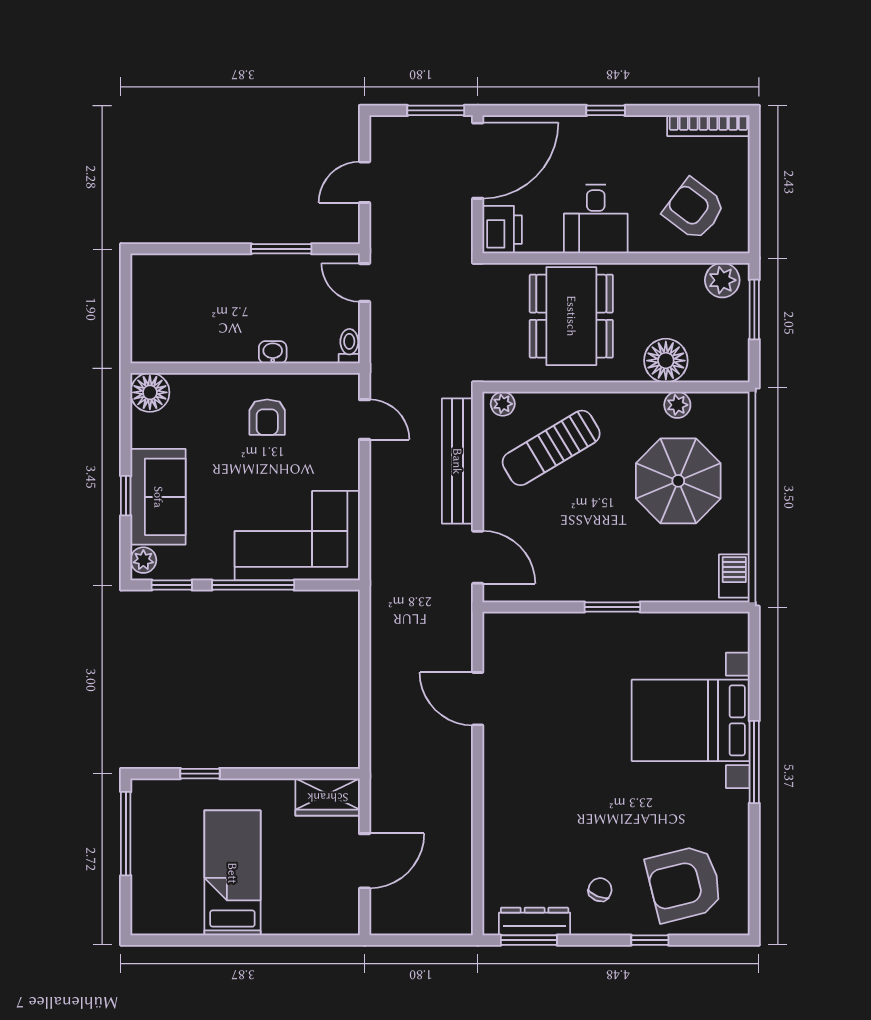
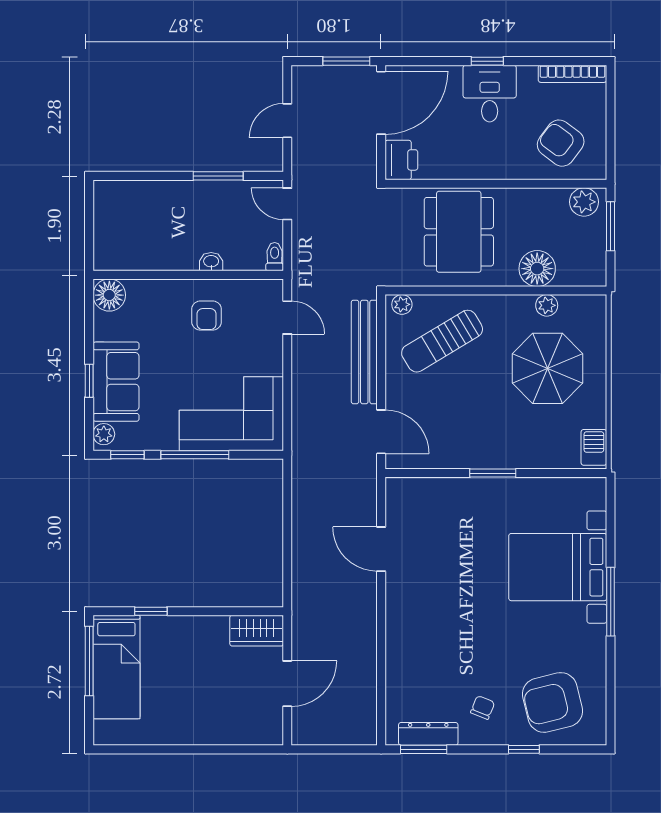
desk: (596, 219) -> (490, 94), moved, turned 180
bed: (232, 873) -> (116, 667), moved, turned 180

